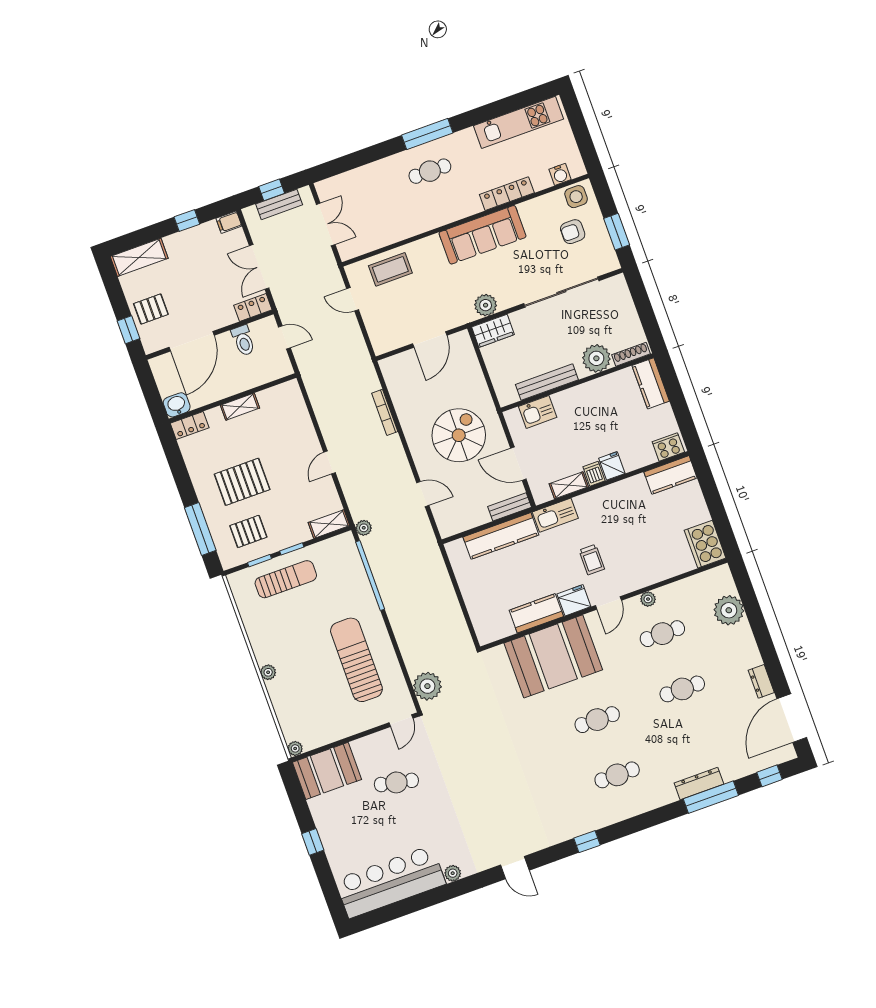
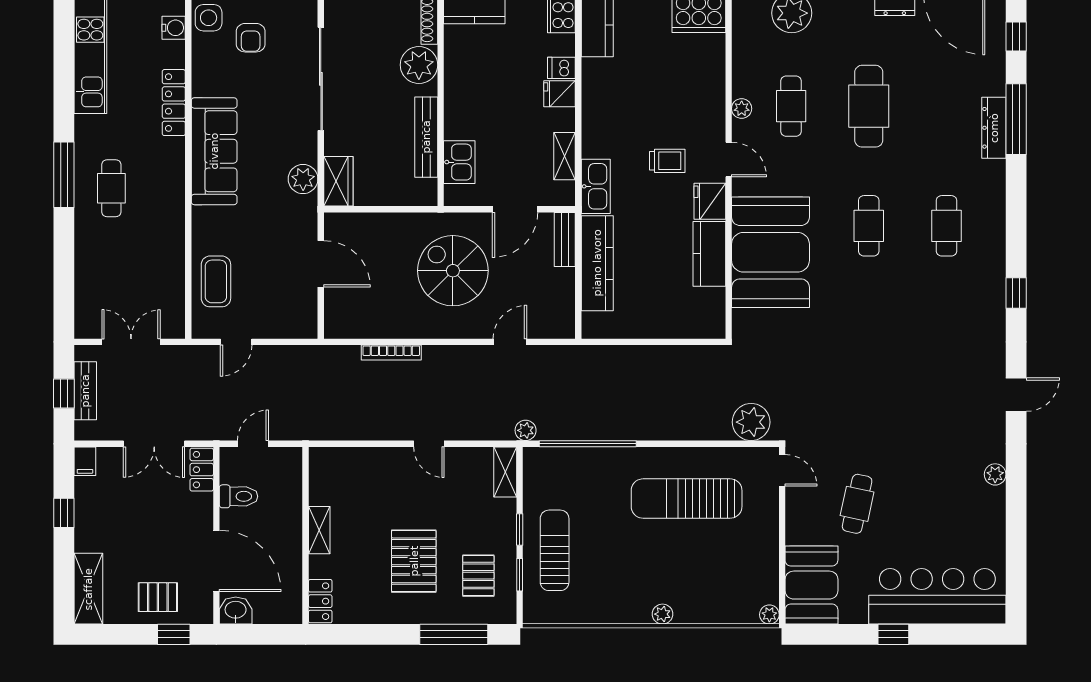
pallet: (151, 309) -> (158, 597), turned 90
washbasin: (177, 405) -> (236, 610), moved, turned 90
dishwasher: (594, 474) -> (561, 68), moved
cafe table: (682, 689) -> (869, 106), width x1.37, depth x1.35
bar counter: (390, 882) -> (937, 596), moved, turned 90

